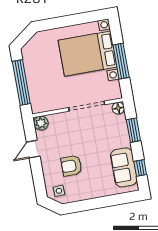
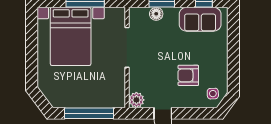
floor lamp: (118, 108) -> (156, 14), moved
armchair: (71, 166) -> (188, 75), turned 90

